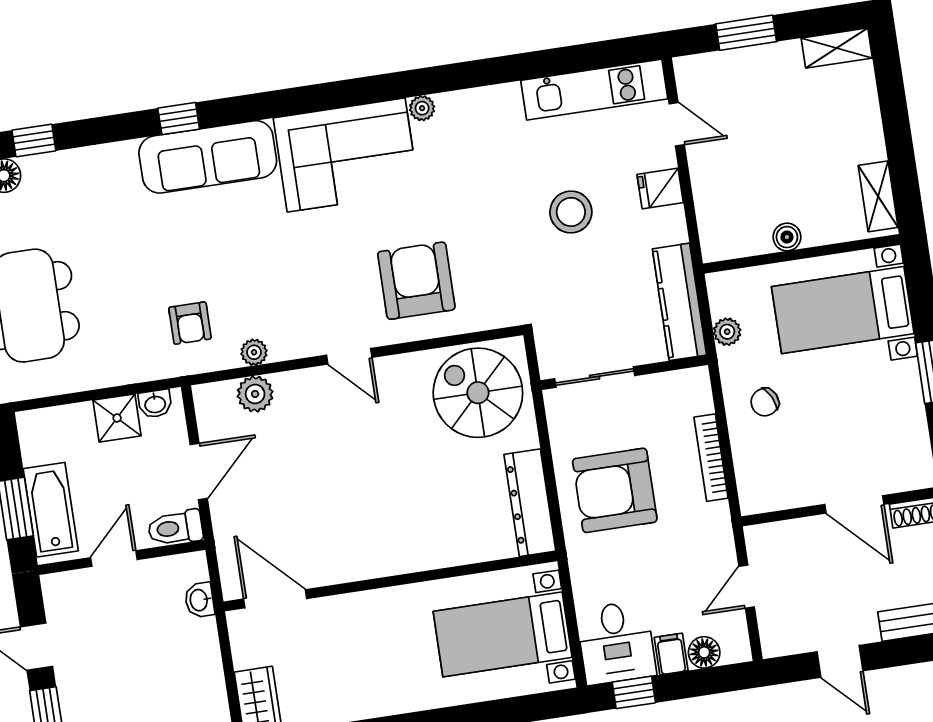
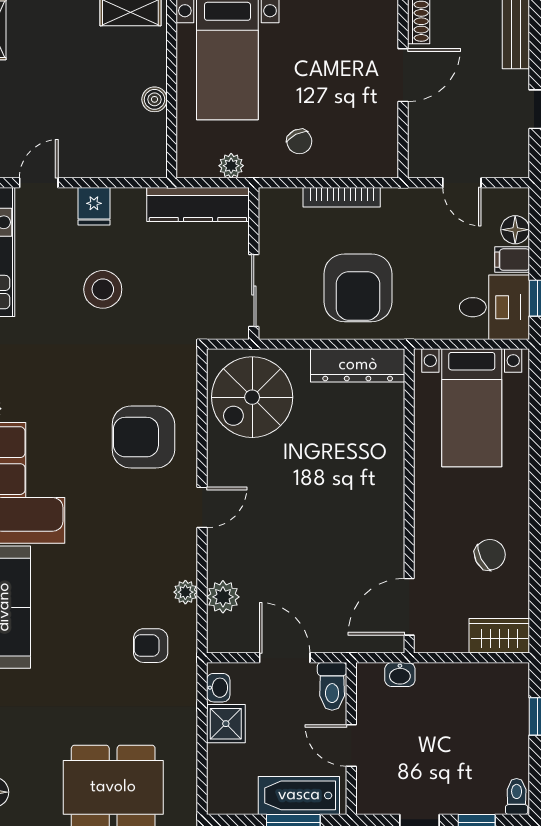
armchair: (190, 323) -> (151, 646), turned 180
chair: (345, 678) -> (490, 555), added

